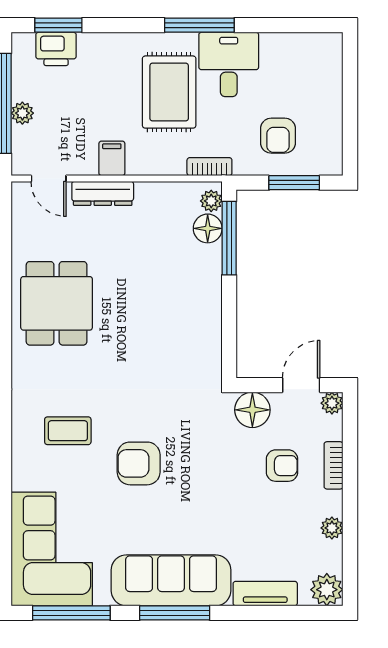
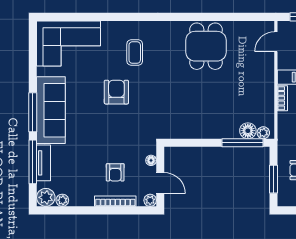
bookcase: (209, 167) -> (282, 98), moved
dresser: (103, 193) -> (268, 72), removed
dining table: (57, 303) -> (206, 46), turned 90
floor lamp: (252, 410) -> (151, 160), width x0.53, depth x0.53
bookcase: (334, 465) -> (115, 201), width x1.56
plant: (332, 528) -> (62, 200), moved
window: (71, 613) -> (33, 162), moved

